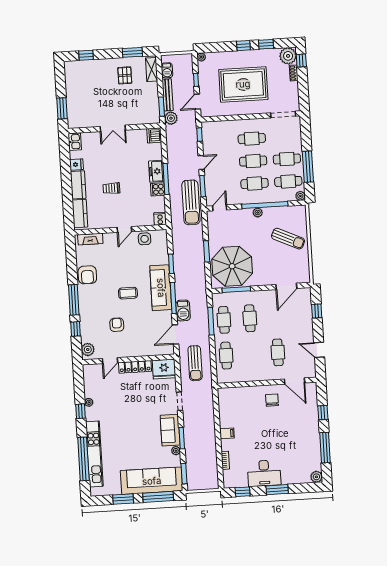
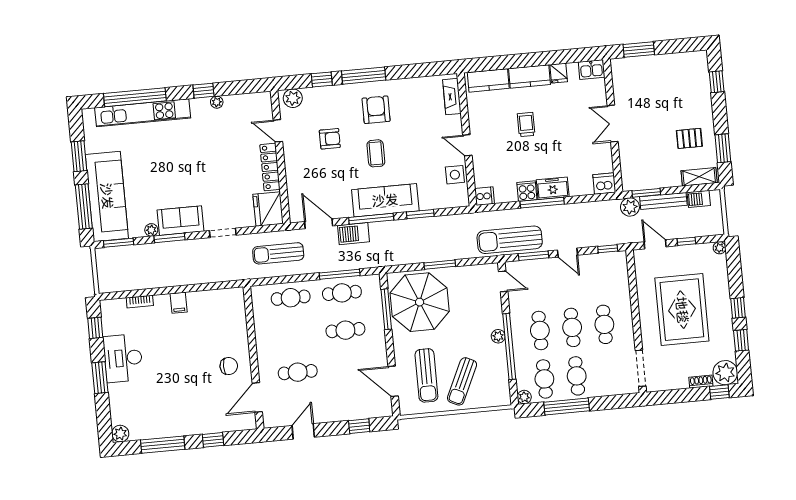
sun lounger: (283, 263) -> (426, 375), added
armchair: (87, 275) -> (376, 110), moved, turned 90

